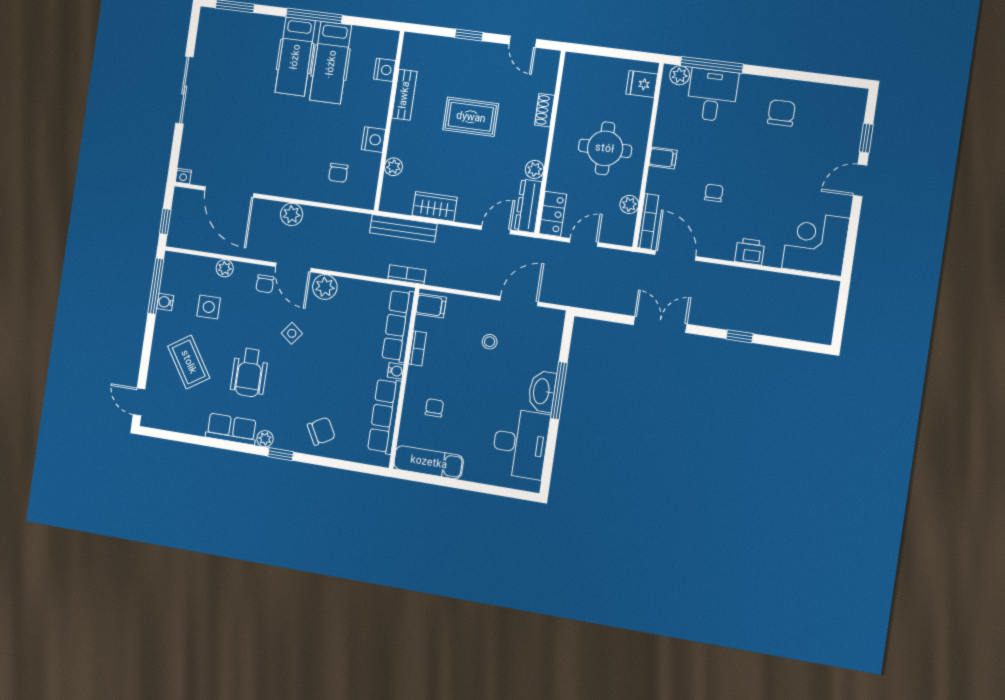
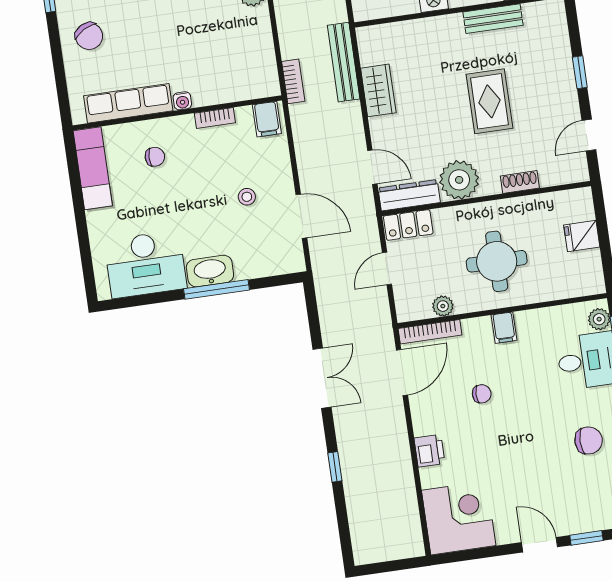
fridge: (642, 84) -> (582, 236), moved, turned -90
plant: (393, 167) -> (409, 30), removed
plant: (535, 169) -> (459, 180), width x1.87, depth x1.87
door: (584, 242) -> (387, 269), swing flipped
row of seats: (398, 326) -> (234, 89), removed

